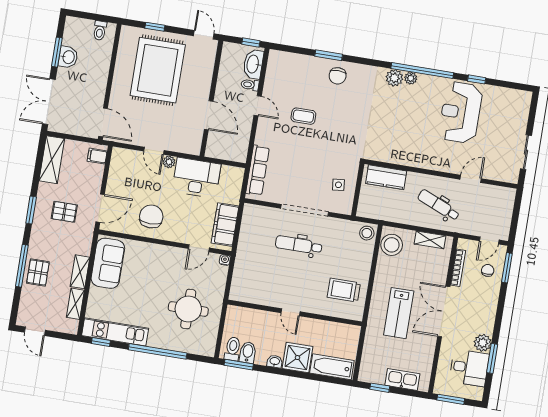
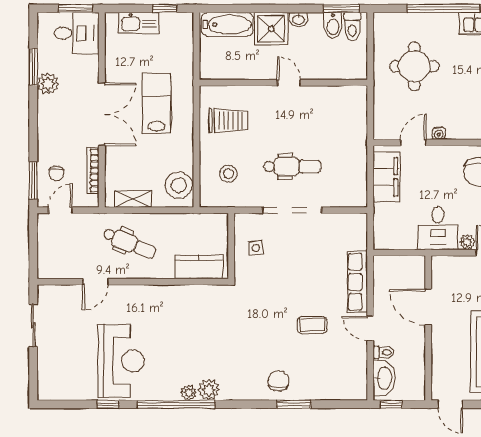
row of seats: (258, 170) -> (357, 282), moved
desk: (196, 178) -> (438, 228), width x0.73
stool: (367, 233) -> (228, 174), moved
water cooler: (225, 260) -> (439, 133), moved
desk: (469, 368) -> (77, 33), moved, turned 180

